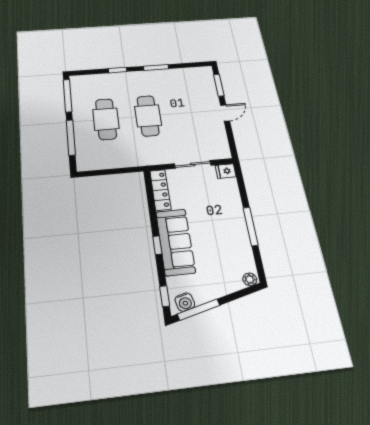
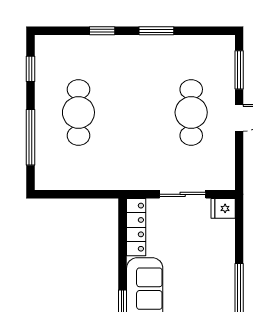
window: (68, 96) -> (31, 69), width x0.46
cafe table: (148, 116) -> (191, 112), moved

